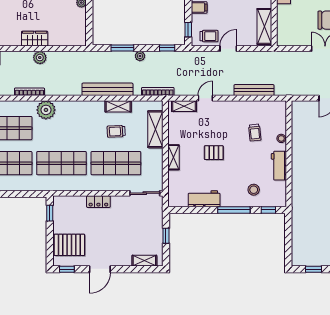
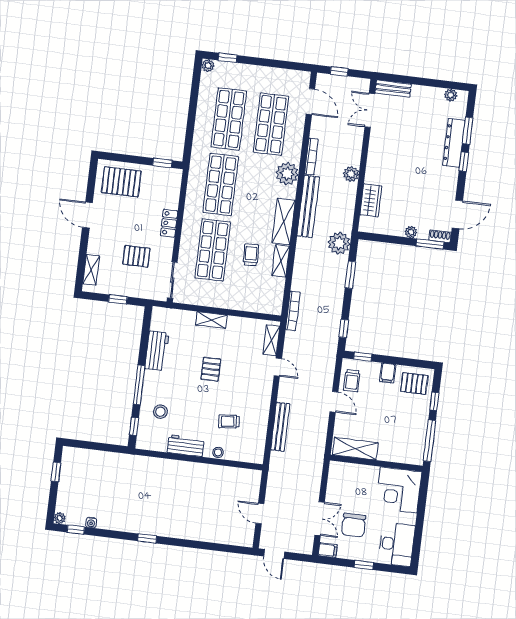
wardrobe: (35, 39) -> (371, 200), moved
plant: (140, 56) -> (339, 243), moved, width x1.87, depth x1.87
bench: (107, 89) -> (308, 206), moved
shelving: (155, 129) -> (284, 222), moved, turned 90
pallet: (129, 225) -> (136, 256), added
pallet: (69, 245) -> (121, 182), turned 90
window: (67, 269) -> (92, 175), removed

